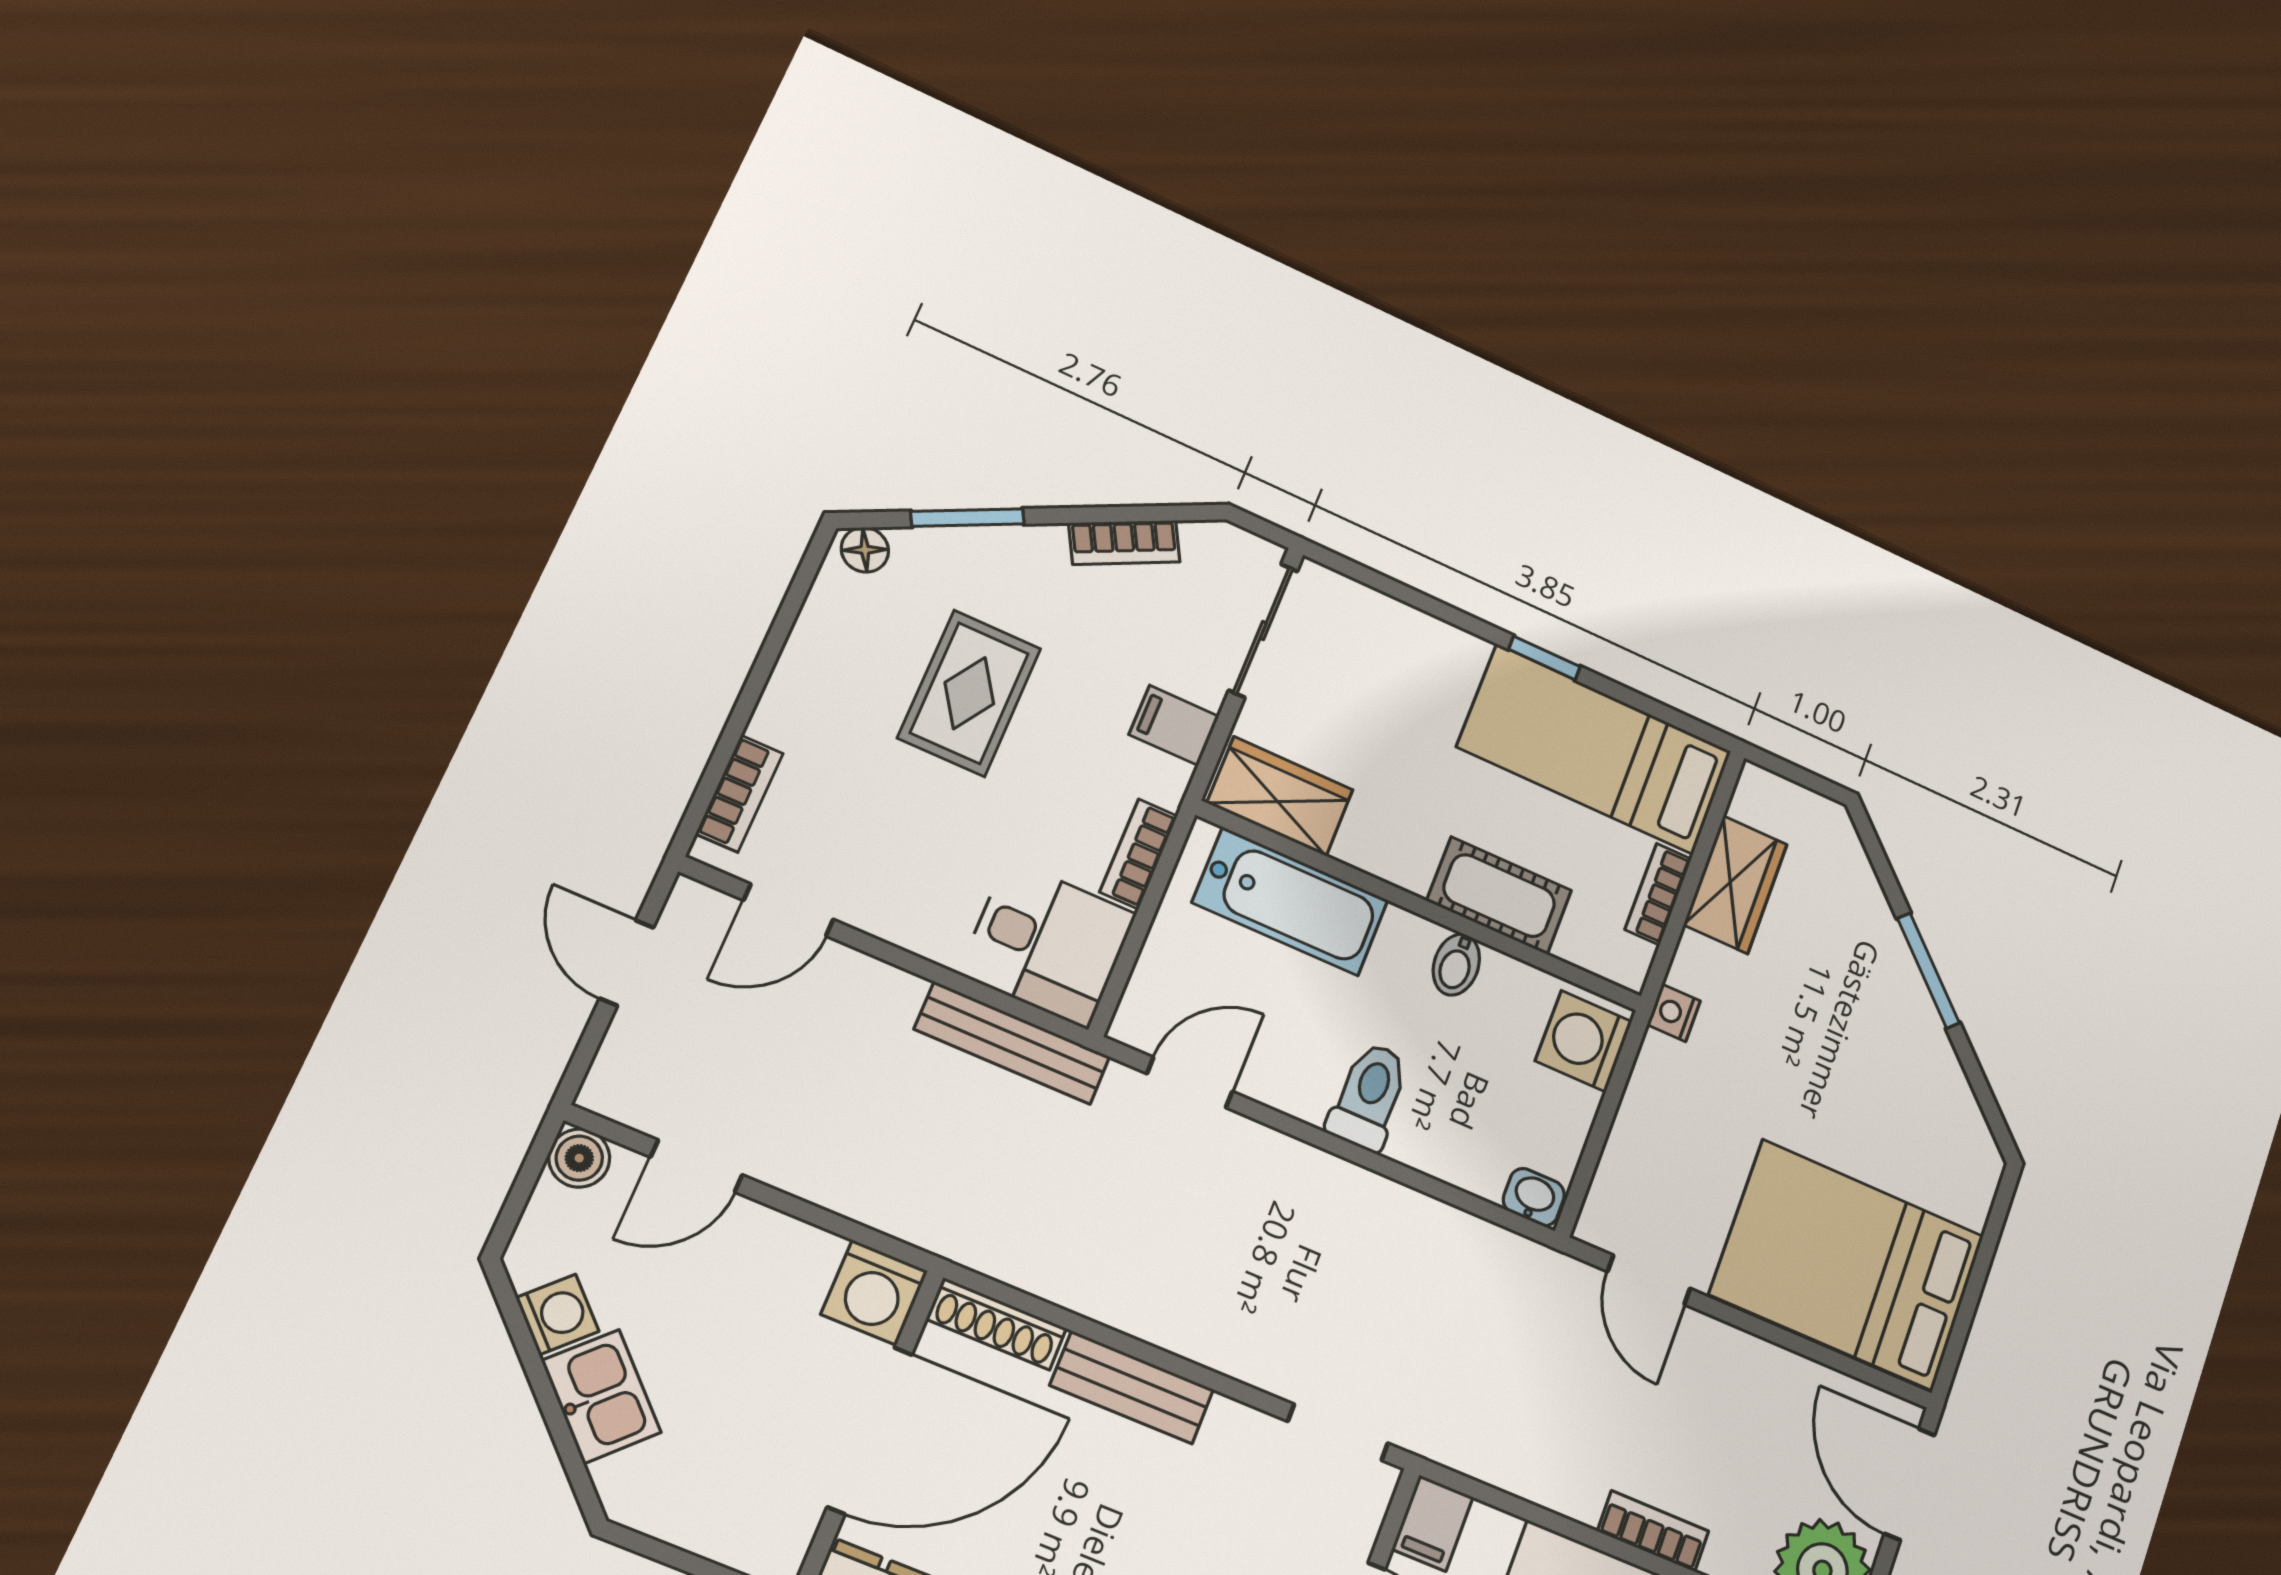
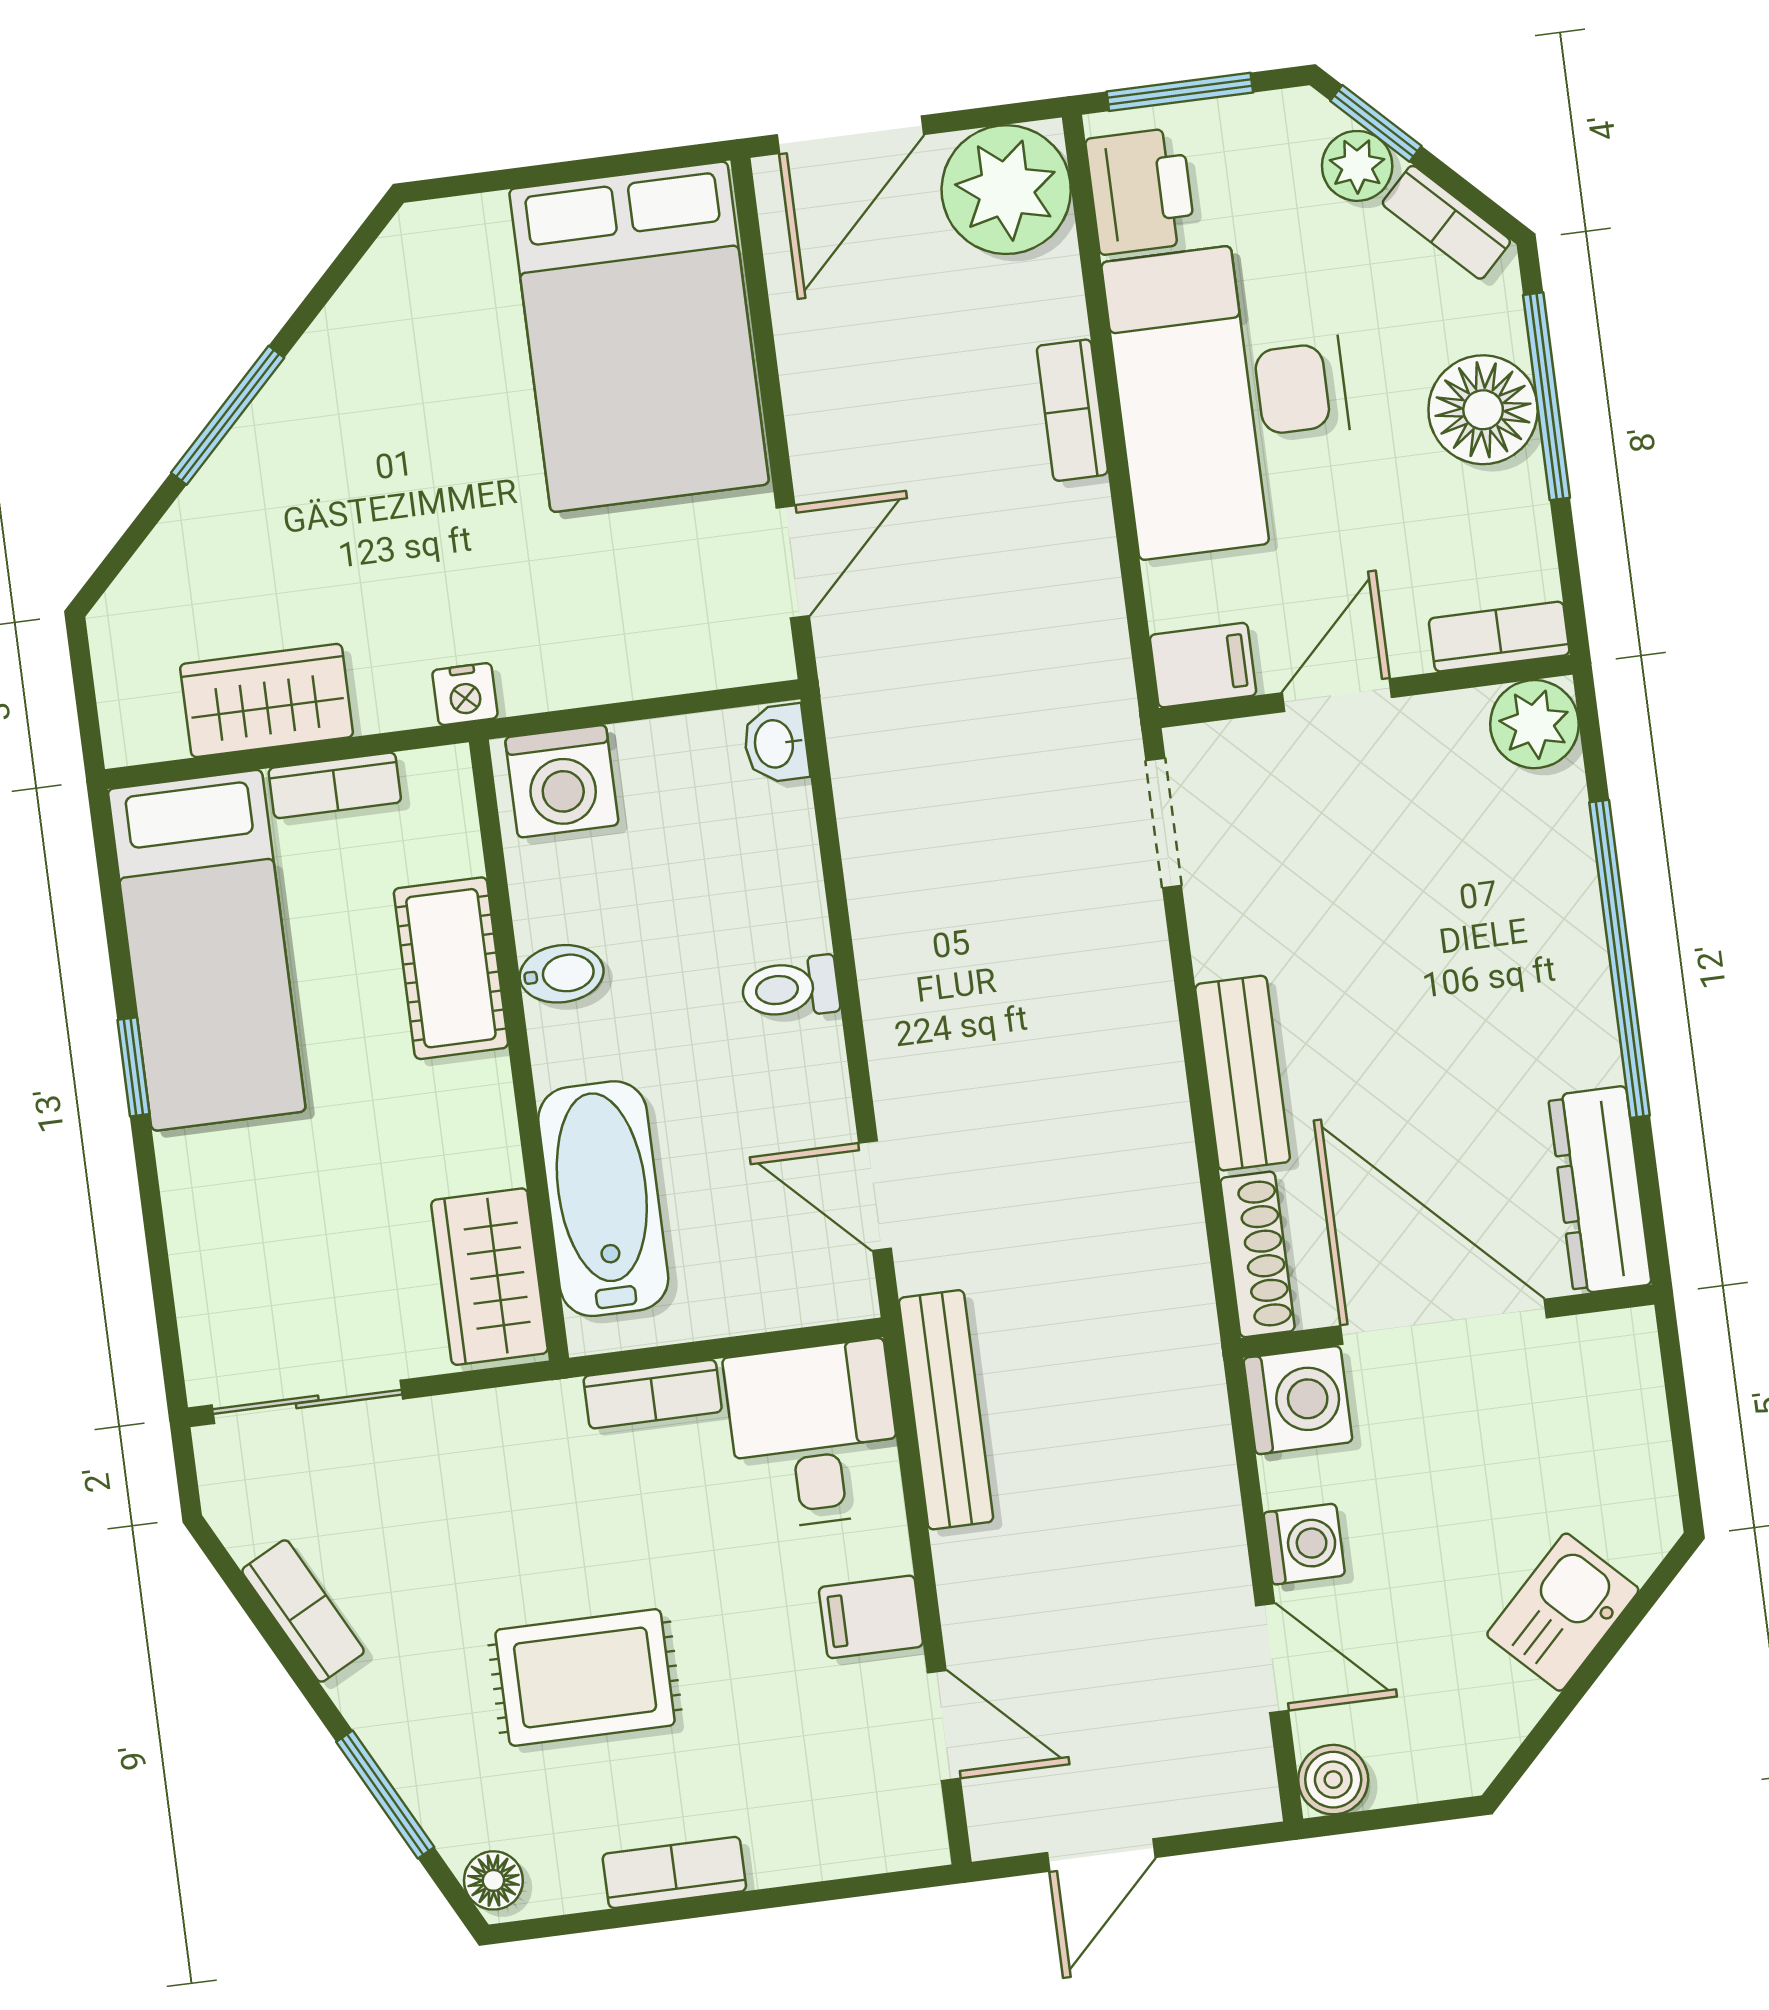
filing cabinet: (1174, 725) -> (871, 1617), moved, turned 90
bookcase: (739, 794) -> (674, 1872), moved
toilet: (1369, 1096) -> (790, 988), width x0.73, depth x0.72
washing machine: (557, 1315) -> (1304, 1544), moved, turned 135

